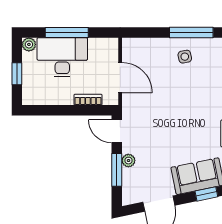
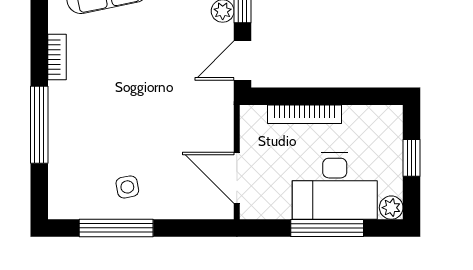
door: (120, 78) -> (237, 178), moved
bookcase: (88, 100) -> (304, 114), width x1.56
door: (117, 131) -> (243, 61), swing flipped

